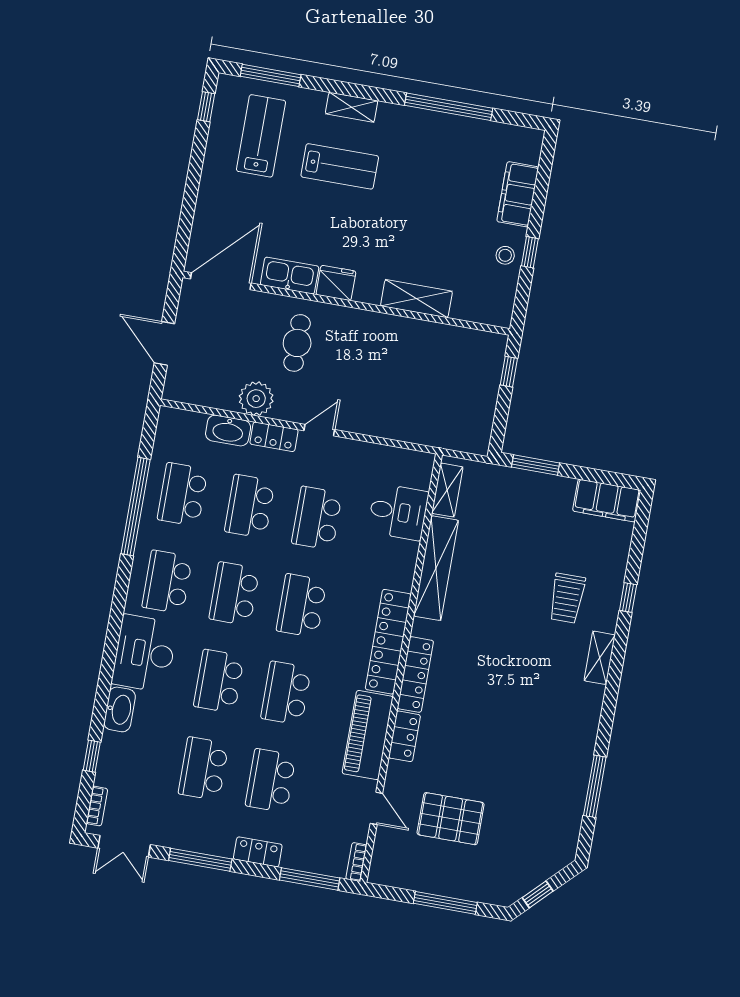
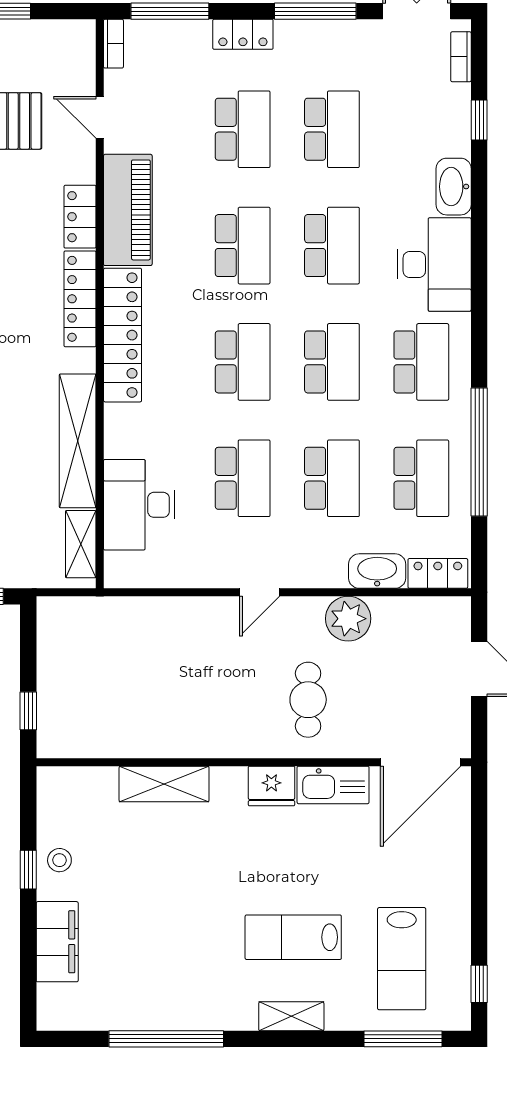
locker: (274, 437) -> (438, 573), moved
desk: (398, 512) -> (139, 505), width x1.37

